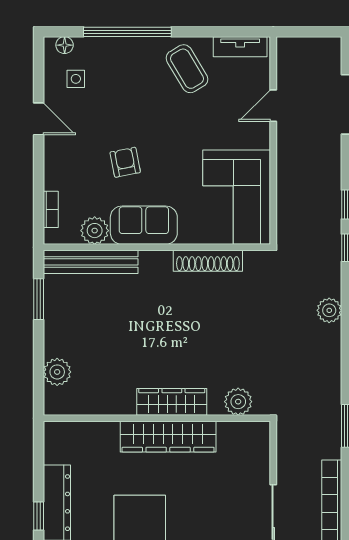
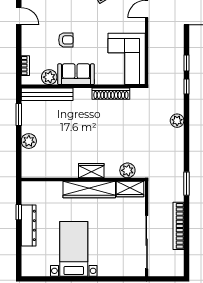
armchair: (125, 162) -> (66, 40), turned 101
plant: (57, 372) -> (29, 141), moved
wardrobe: (172, 402) -> (91, 171), width x0.67
wardrobe: (243, 436) -> (130, 189), added
window: (39, 516) -> (19, 212), moved

